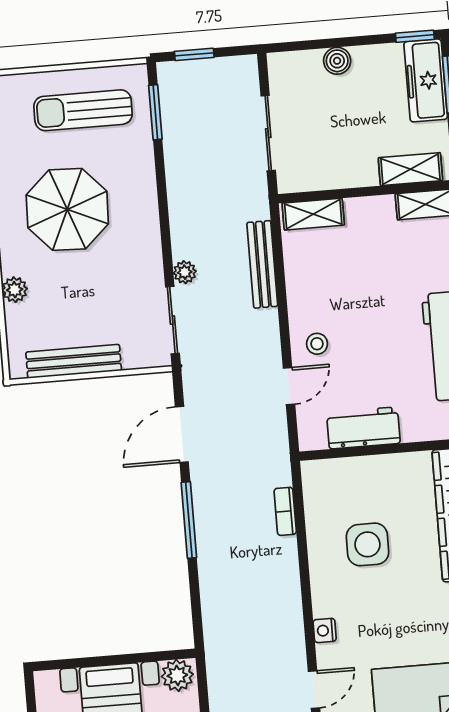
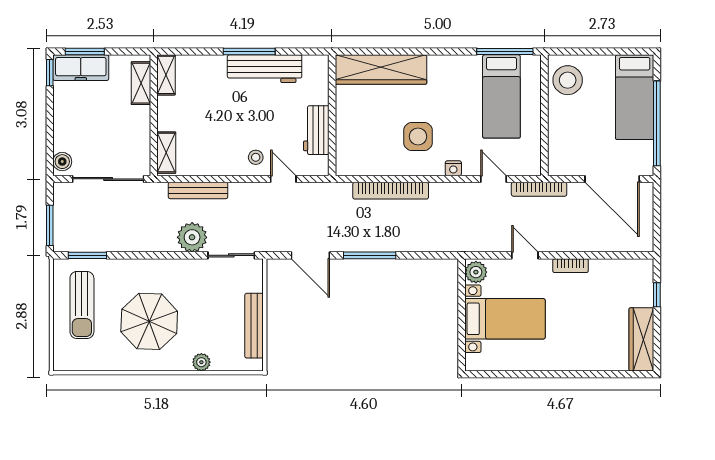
window: (194, 54) -> (50, 225), width x1.50
boiler: (337, 61) -> (62, 162), moved
sliding door: (268, 133) -> (108, 179), width x1.37
plant: (185, 272) -> (192, 237), width x1.88, depth x1.88
bookcase: (285, 511) -> (391, 191), width x2.31, depth x1.31
side table: (367, 544) -> (418, 136), moved

